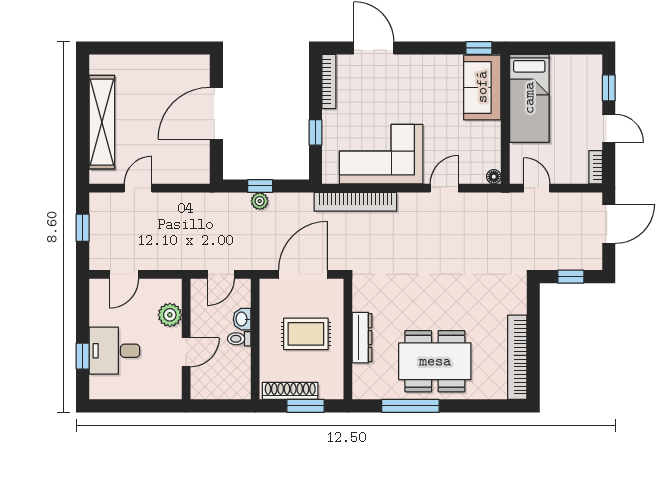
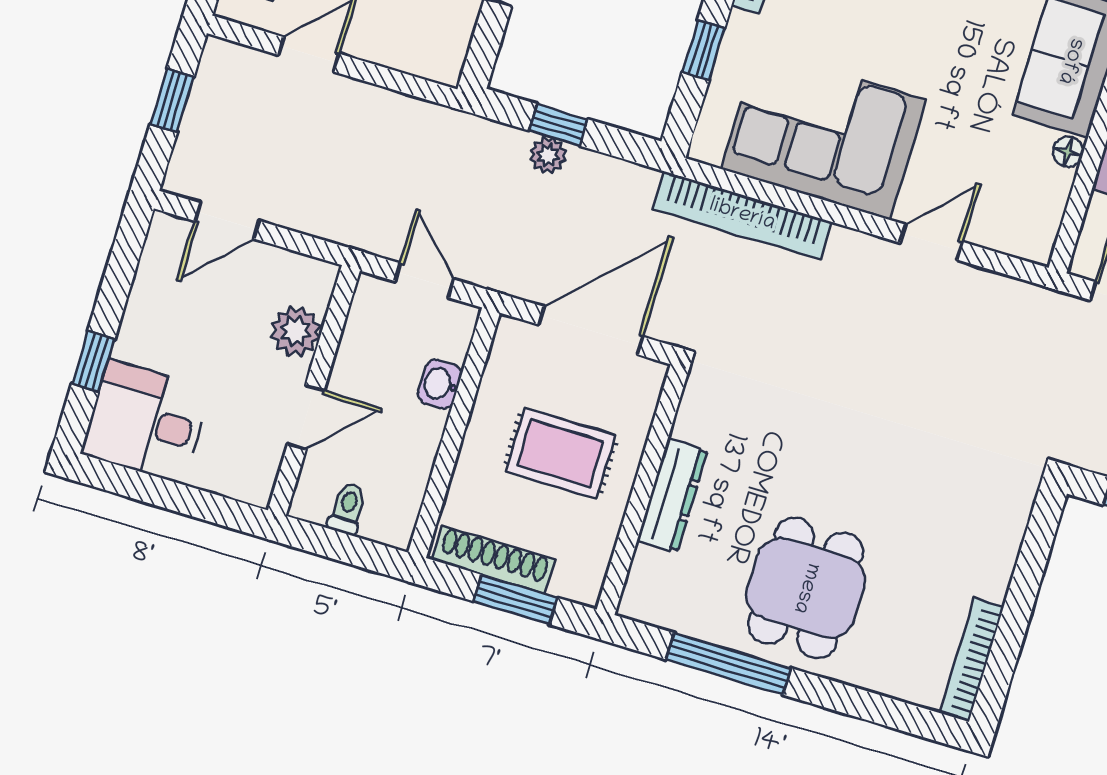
floor lamp: (494, 177) -> (1068, 152), moved
door: (221, 274) -> (424, 280), swing flipped
toilet: (239, 339) -> (347, 509), moved, turned 90
desk: (114, 351) -> (146, 421), moved
bookcase: (517, 357) -> (972, 660), width x0.68, depth x0.76
dining table: (435, 361) -> (806, 588), width x0.73

